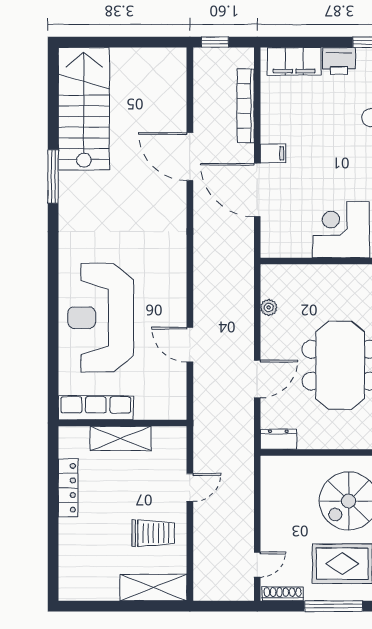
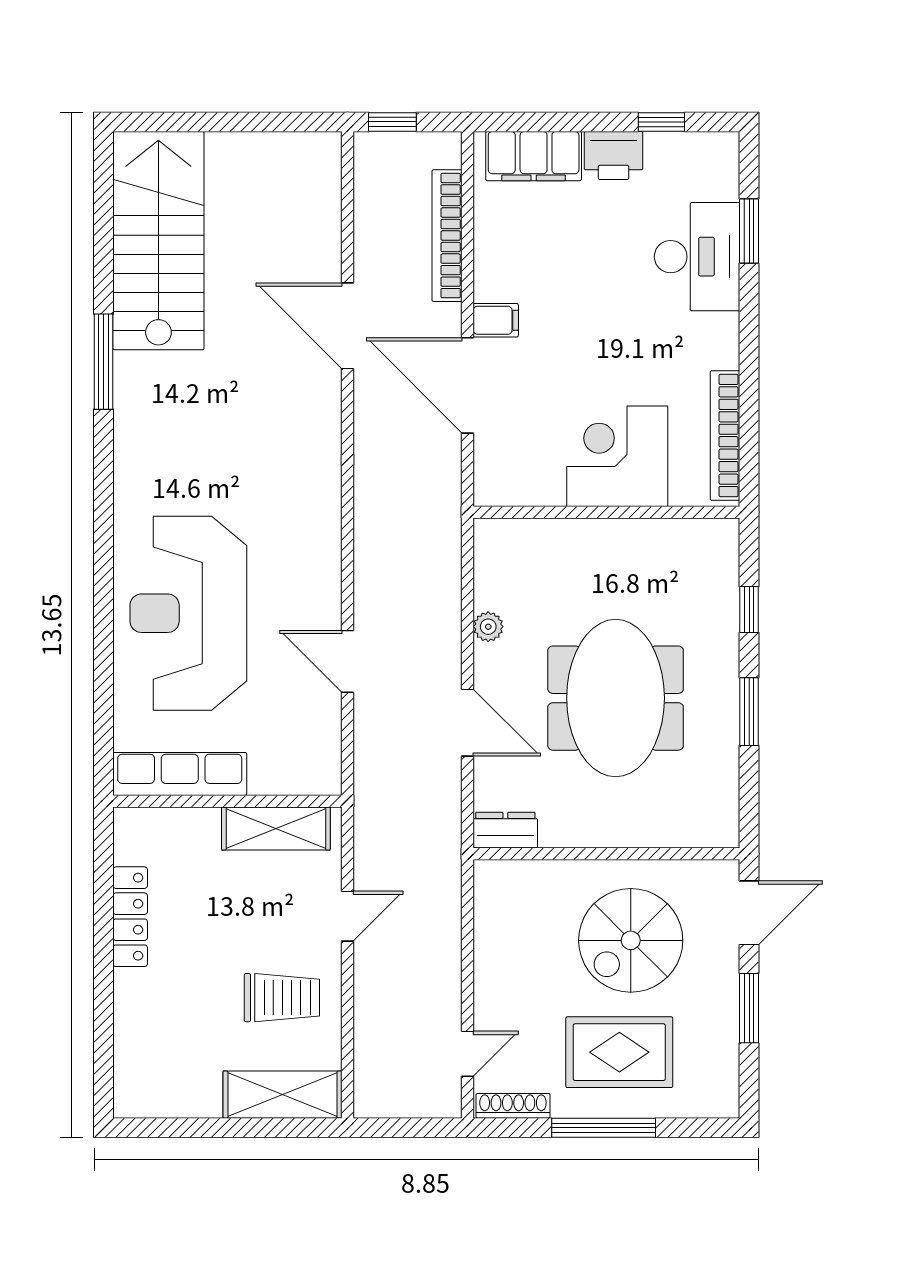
plant: (269, 307) -> (488, 627), moved
door: (257, 379) -> (468, 723), hinge flipped
shelving: (121, 438) -> (276, 829), moved

